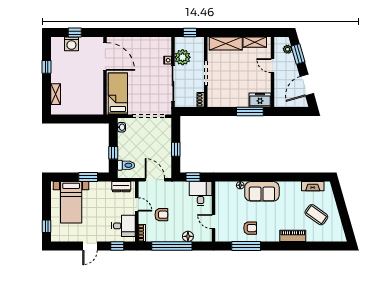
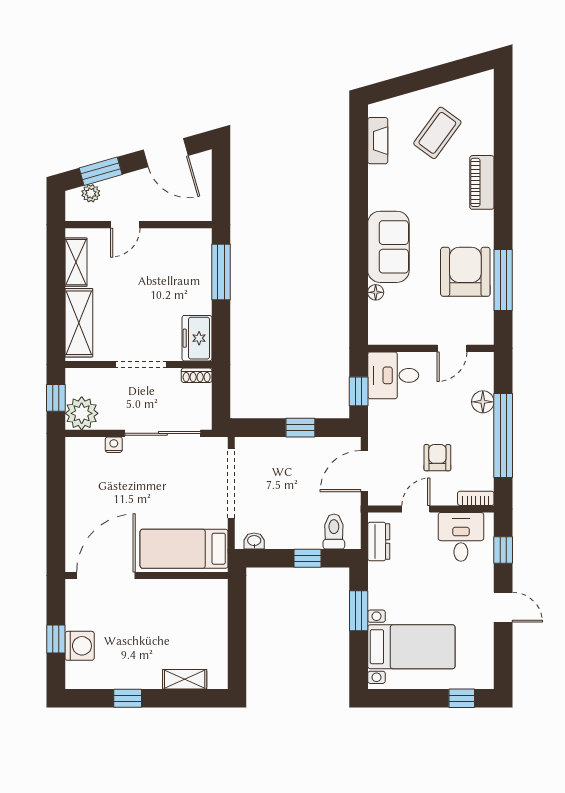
plant: (183, 57) -> (82, 413), moved
freezer: (260, 100) -> (197, 338), moved
armchair: (250, 228) -> (465, 272), width x1.88, depth x1.88

